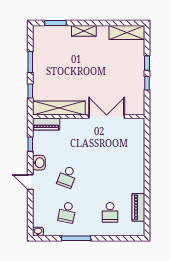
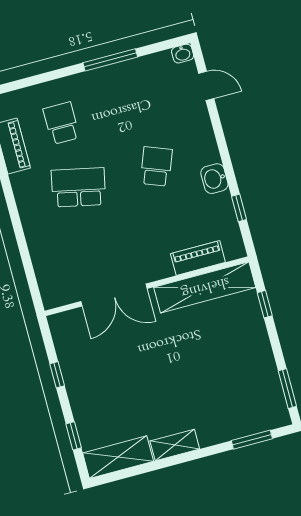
shelving: (84, 31) -> (175, 445), moved
window: (30, 62) -> (287, 389), moved
window: (147, 63) -> (74, 436), moved
piano: (46, 124) -> (198, 258), moved
door: (30, 182) -> (206, 86), moved
school desk: (67, 212) -> (79, 187), moved, width x1.85

